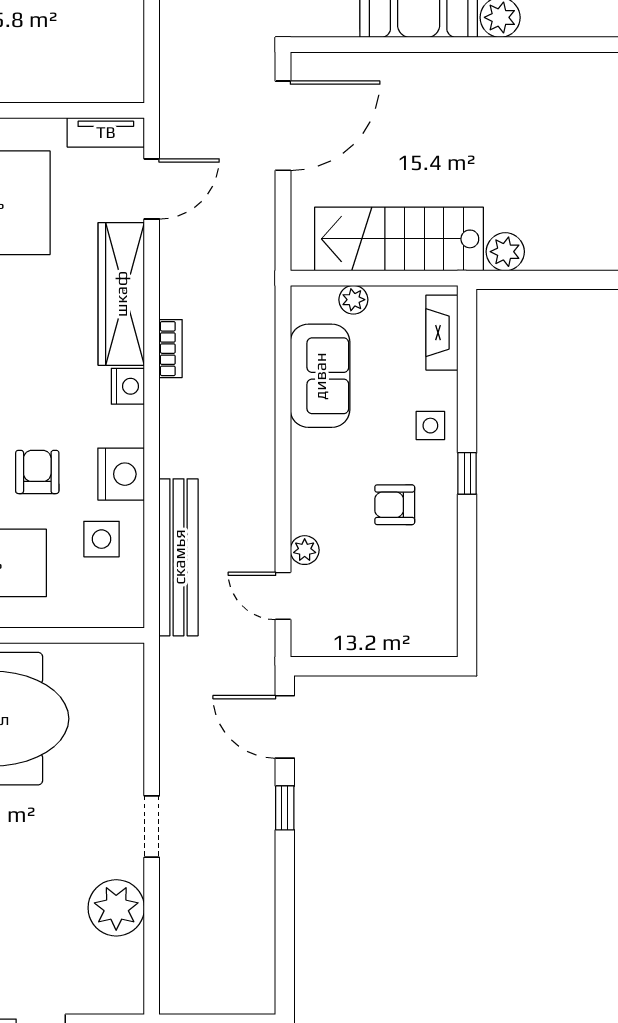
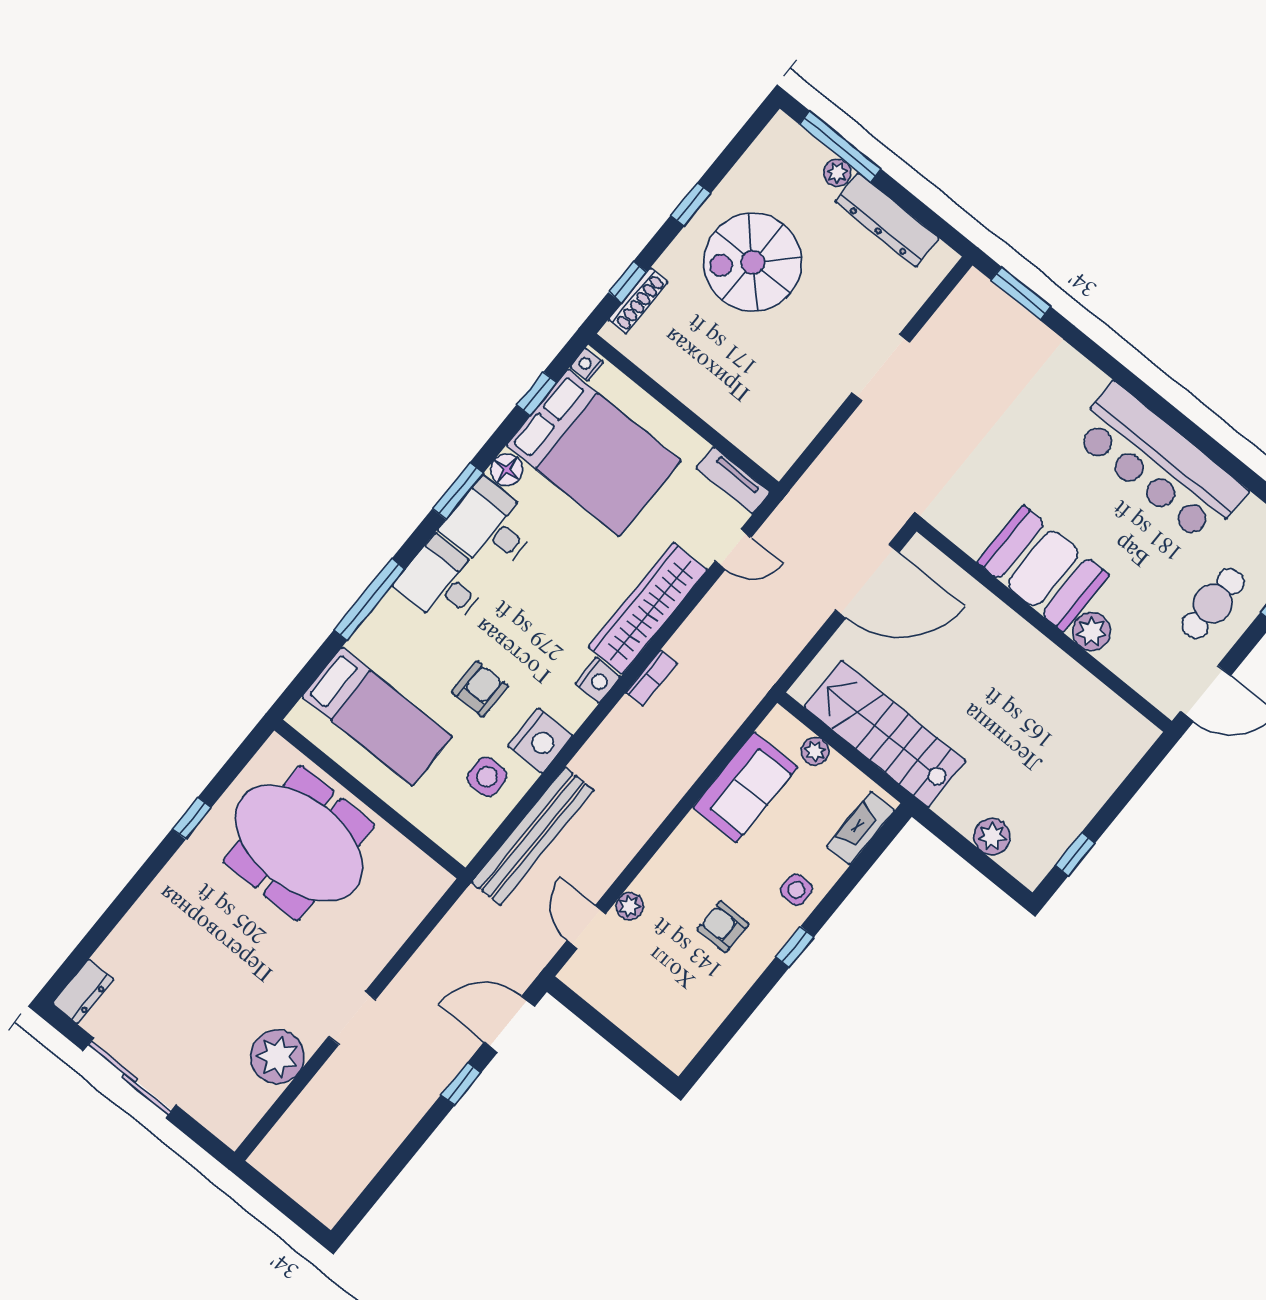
door: (152, 189) -> (733, 549), width x0.73
plant: (505, 252) -> (992, 836), moved
door: (285, 727) -> (509, 1024), hinge flipped

